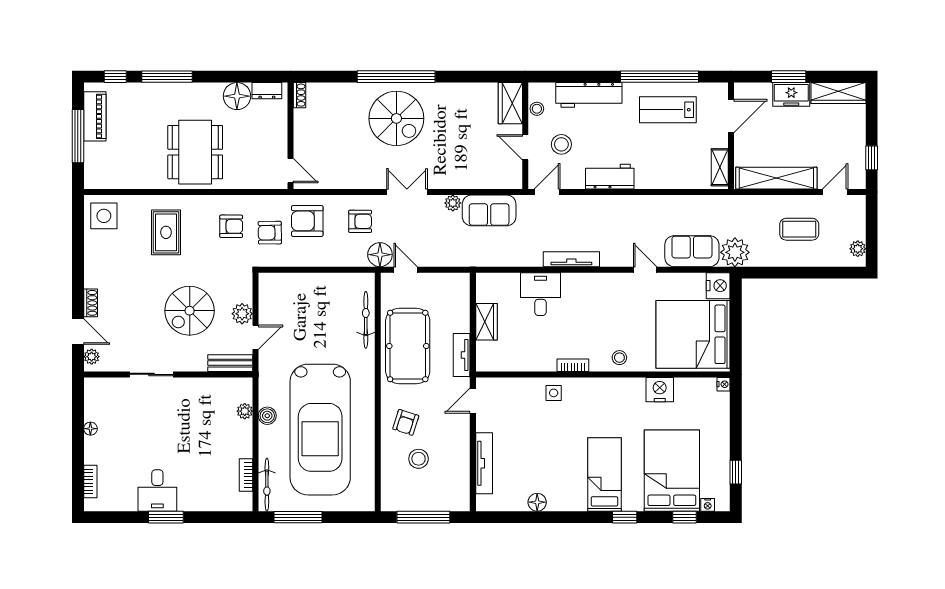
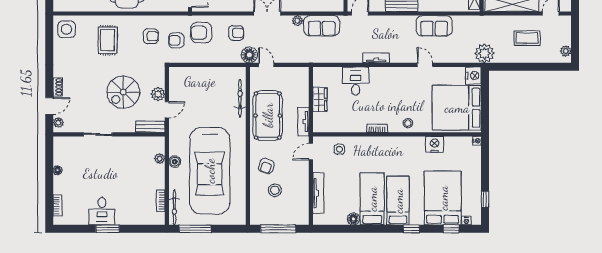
sofa: (692, 251) -> (434, 26), moved, turned 180
tv unit: (571, 259) -> (376, 58), width x0.71
door: (78, 332) -> (49, 106), hinge flipped
side table: (554, 393) -> (339, 149), moved
bed: (566, 472) -> (372, 199), added

